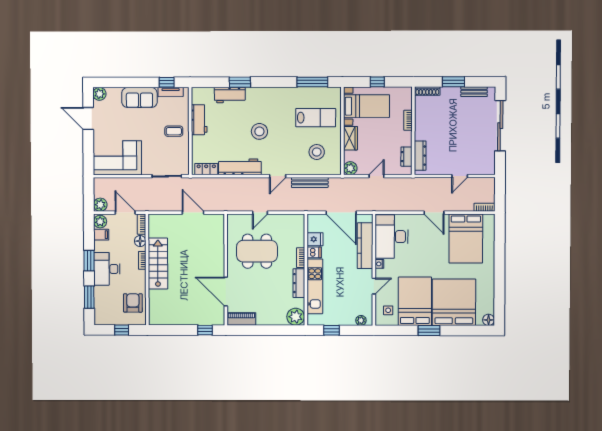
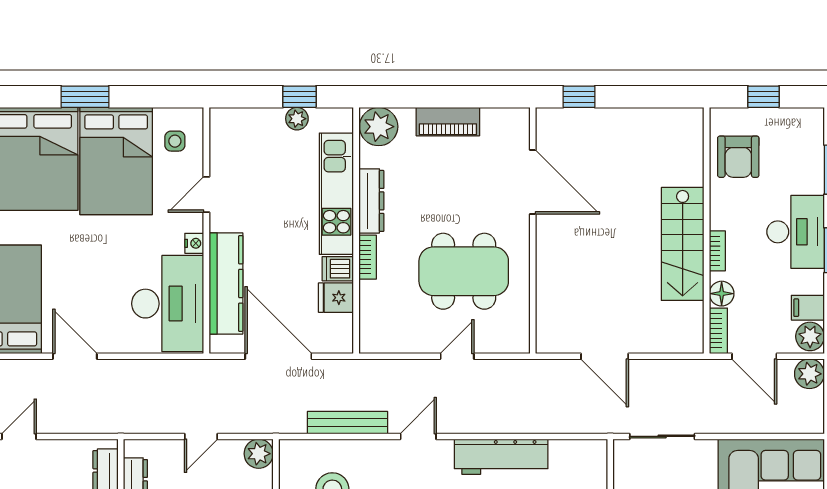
locker: (206, 169) -> (575, 452), removed
piano: (241, 319) -> (448, 122), moved
plant: (361, 320) -> (297, 119), moved

